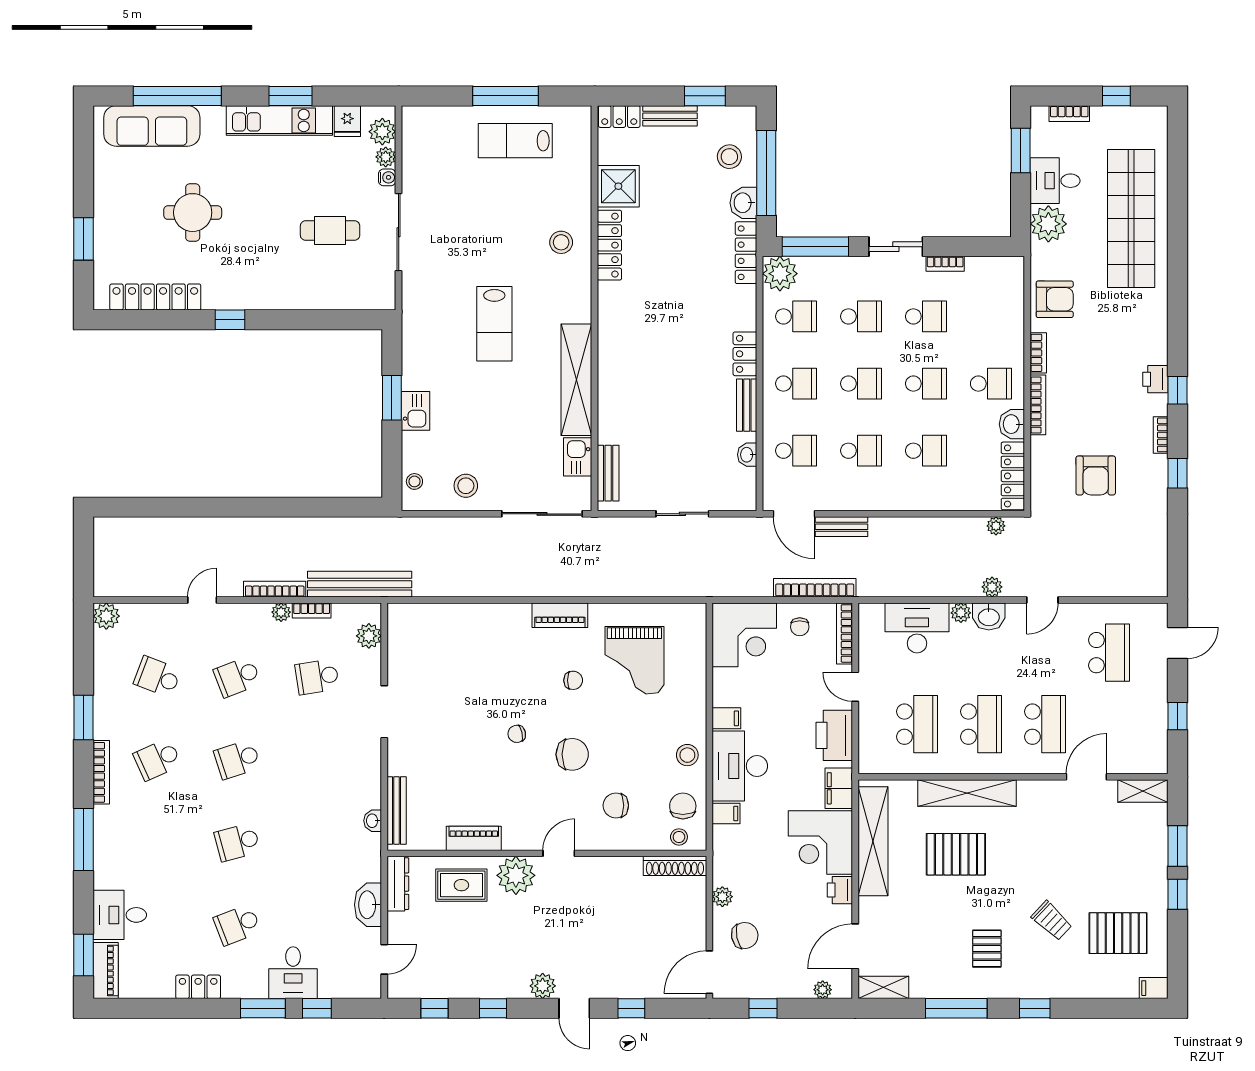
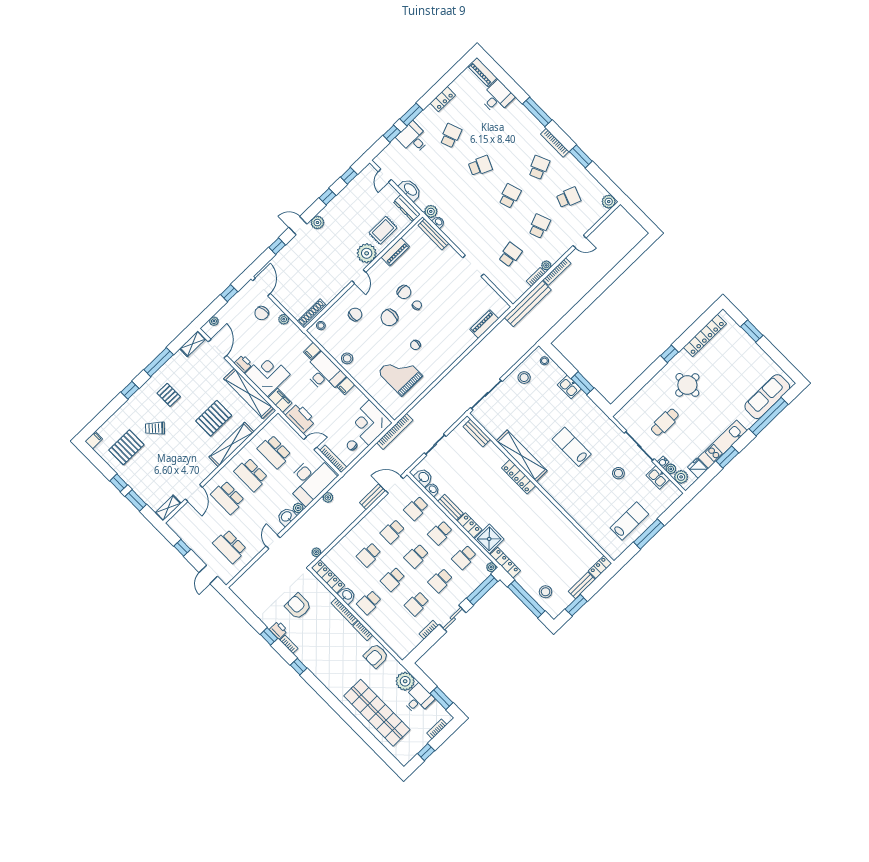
shower: (618, 186) -> (489, 539), moved
washbasin: (743, 203) -> (423, 477), moved
round table: (193, 213) -> (687, 385), moved
stool: (561, 242) -> (618, 473), moved
locker: (609, 245) -> (519, 477), moved
plant: (780, 274) -> (491, 567), width x0.53, depth x0.53
printer: (1155, 379) -> (279, 630), moved
kitchen sink: (578, 457) -> (658, 477), moved, turned 180
plant: (992, 587) -> (328, 497), moved
bookcase: (815, 588) -> (395, 431), moved
door: (202, 600) -> (580, 242), hinge flipped
piano: (560, 615) -> (484, 324), moved
desk: (917, 628) -> (310, 480), width x1.36, depth x1.30
plant: (369, 636) -> (431, 211), moved
chair: (683, 806) -> (404, 292), moved
school desk: (237, 842) -> (480, 166), turned 39
window: (83, 955) -> (496, 70), removed

